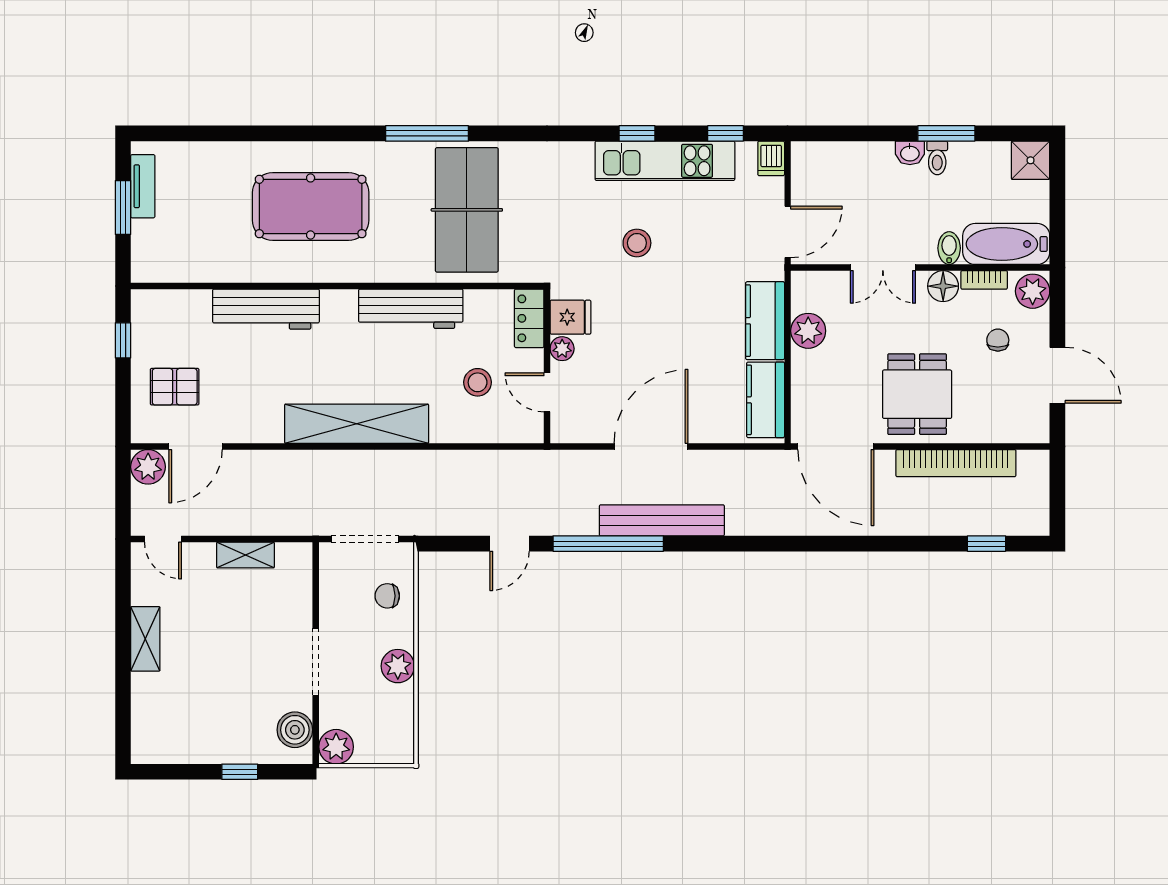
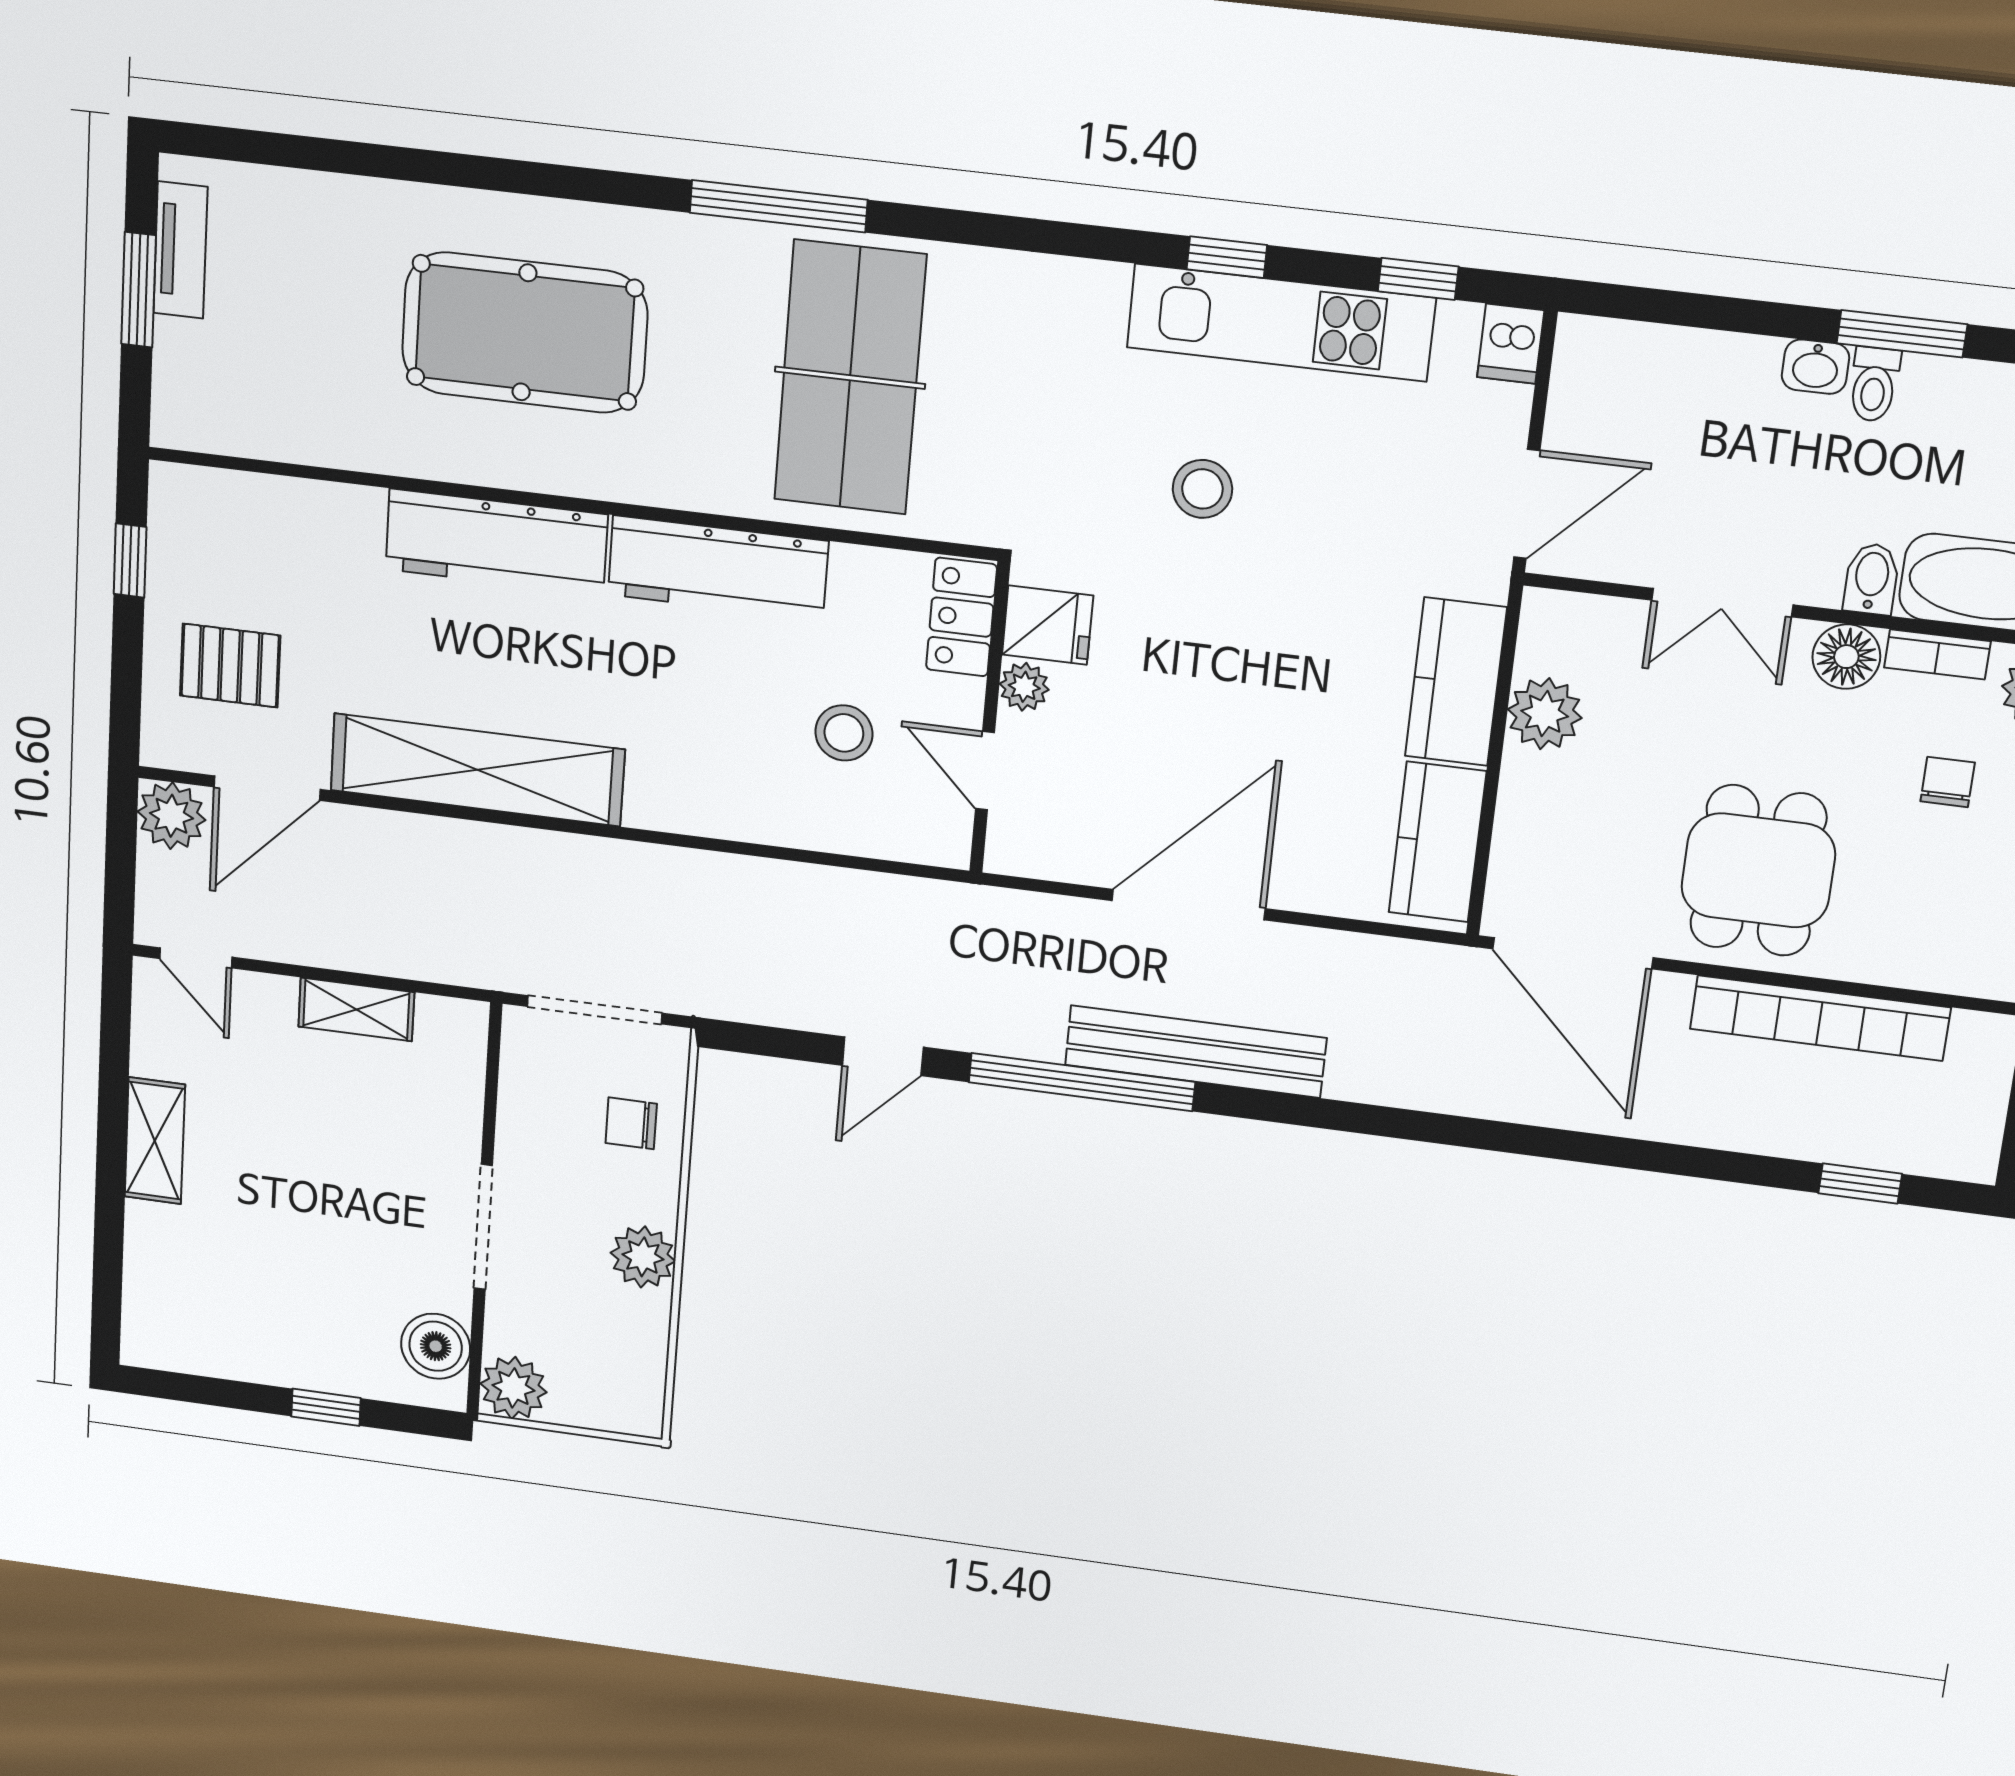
workbench: (266, 309) -> (496, 542), moved
shelving: (357, 424) -> (477, 770), moved

